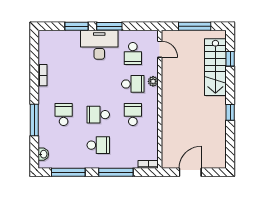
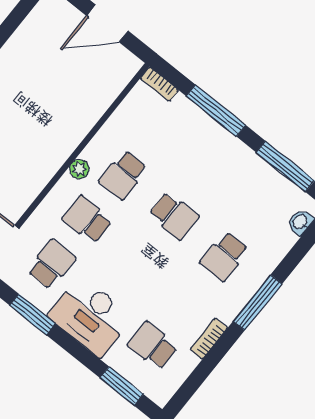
window: (77, 26) -> (122, 386), moved
window: (109, 26) -> (33, 314), moved
plant: (153, 81) -> (79, 169), moved
window: (34, 120) -> (258, 302), moved
school desk: (98, 145) -> (153, 346), moved

